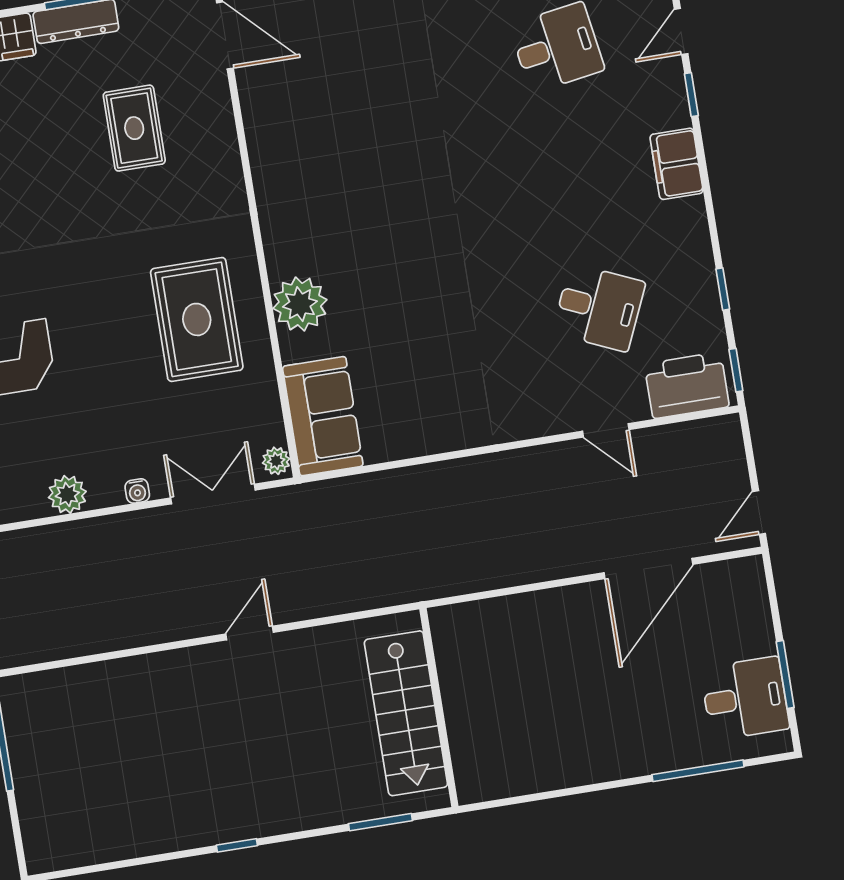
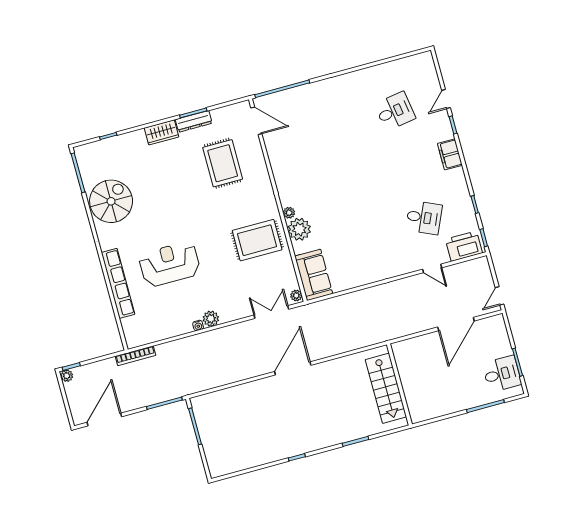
rug: (134, 128) -> (223, 163), width x1.36, depth x1.43
plant: (280, 262) -> (289, 213), added
rug: (197, 319) -> (257, 240), turned 90
water cooler: (137, 491) -> (198, 325), moved
door: (250, 633) -> (293, 368), width x1.88
wall: (439, 708) -> (399, 384), moved
stairs: (406, 713) -> (386, 388), moved

